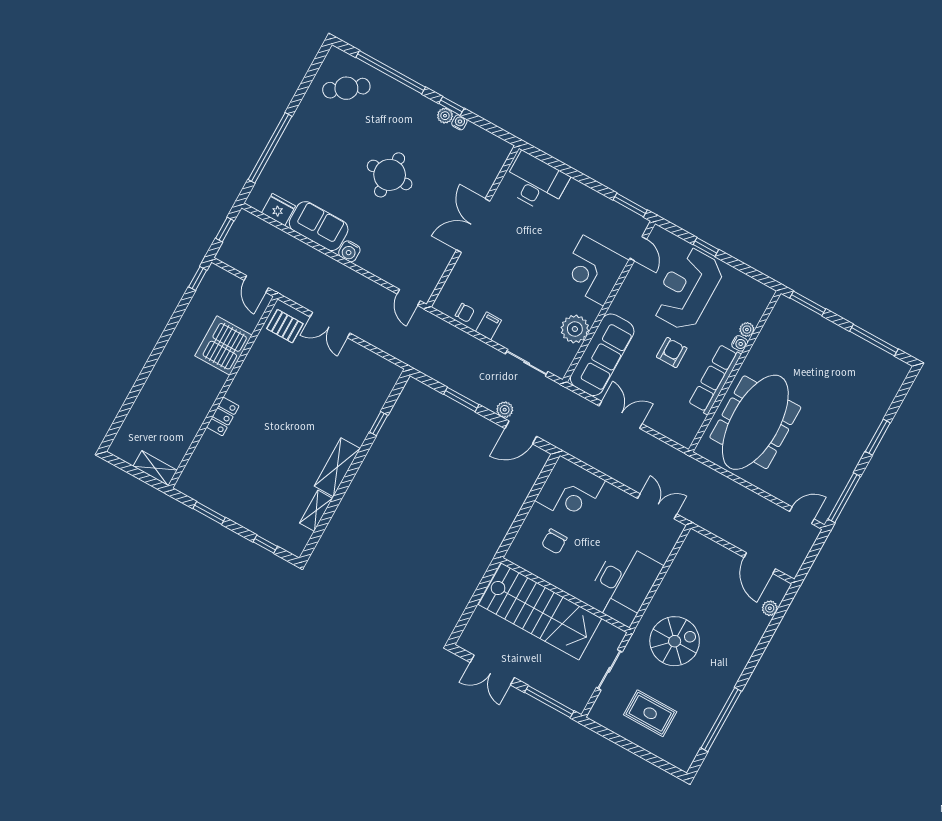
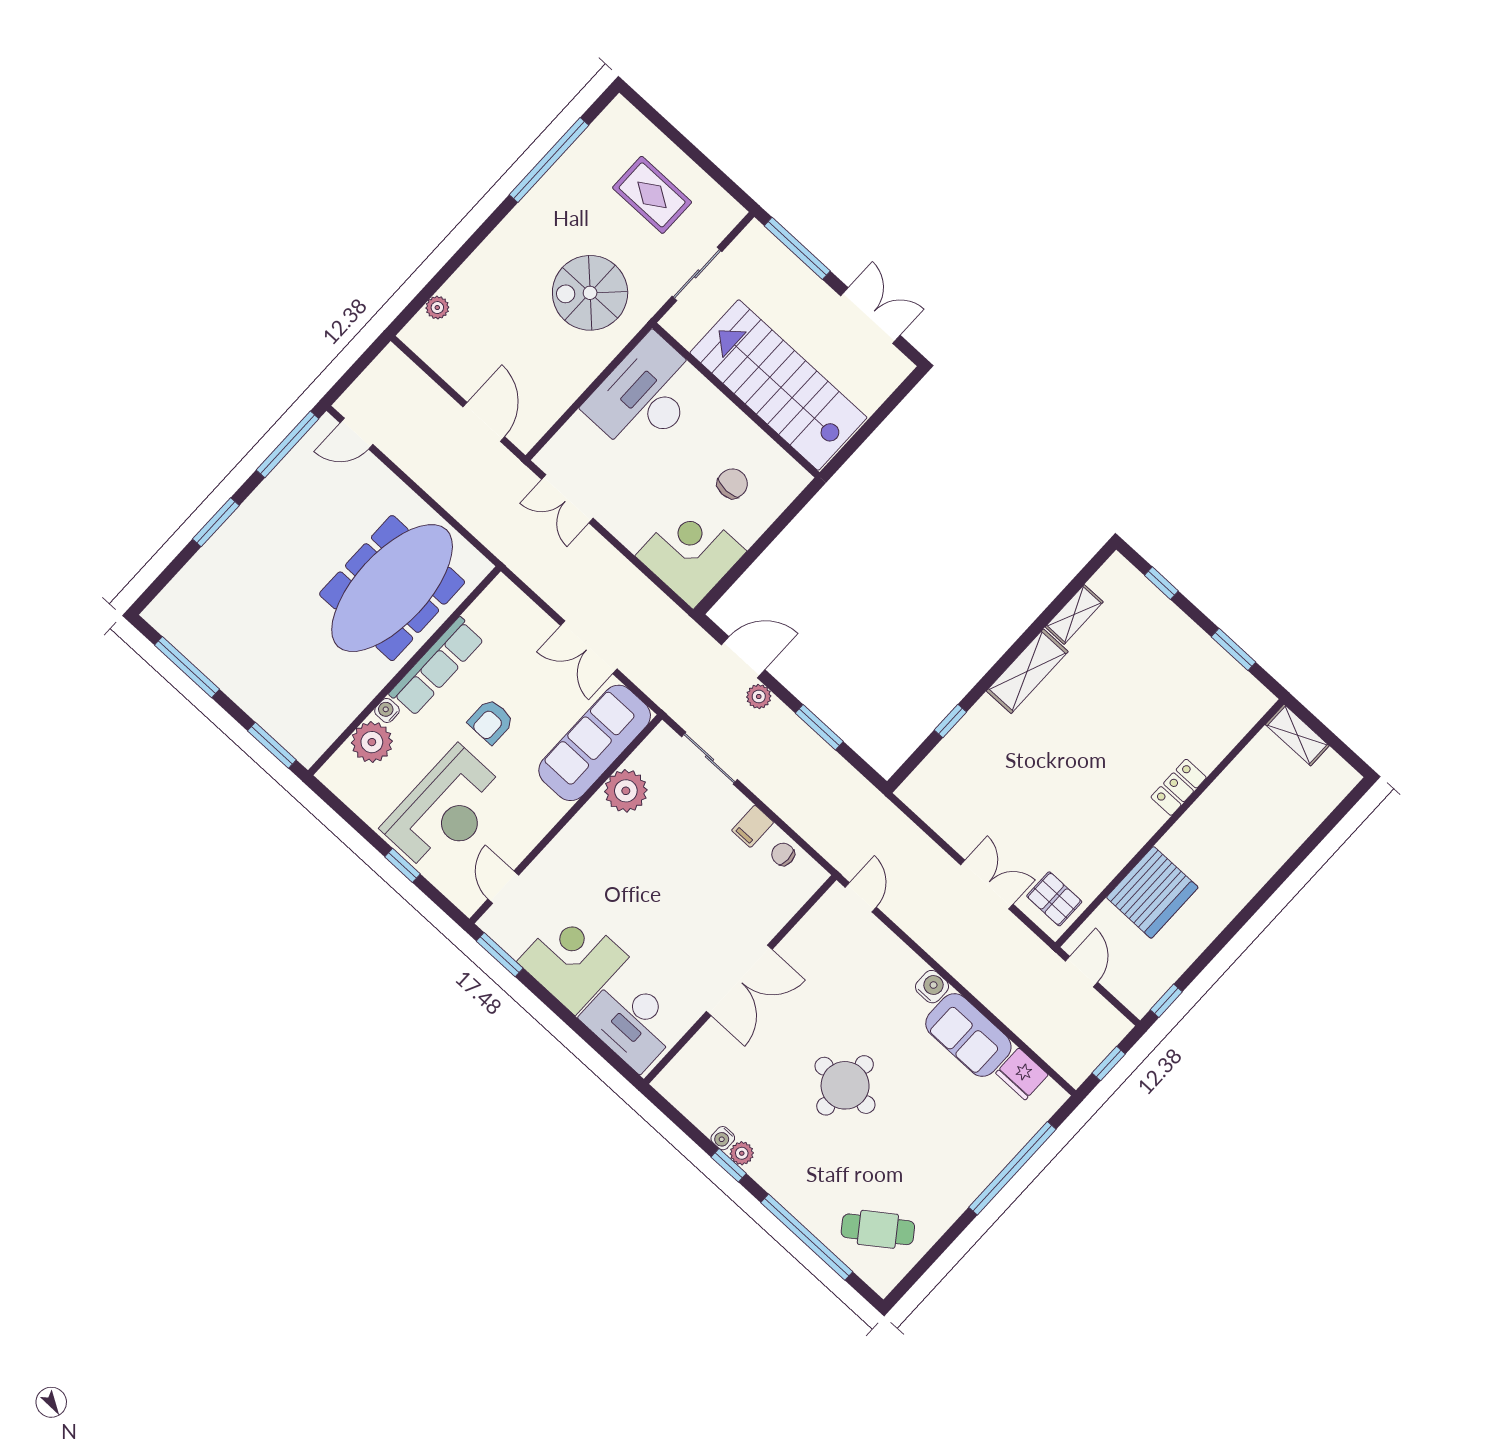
corner desk: (593, 270) -> (573, 959), moved, turned -90
plant: (747, 330) -> (372, 742), width x1.88, depth x1.88
door: (760, 563) -> (484, 422), moved

